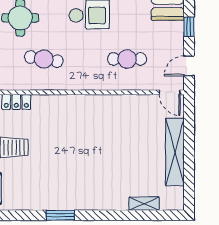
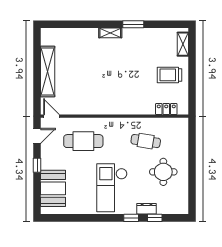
cafe table: (127, 59) -> (83, 141), width x1.37, depth x1.35
shelving: (144, 204) -> (110, 33), moved

